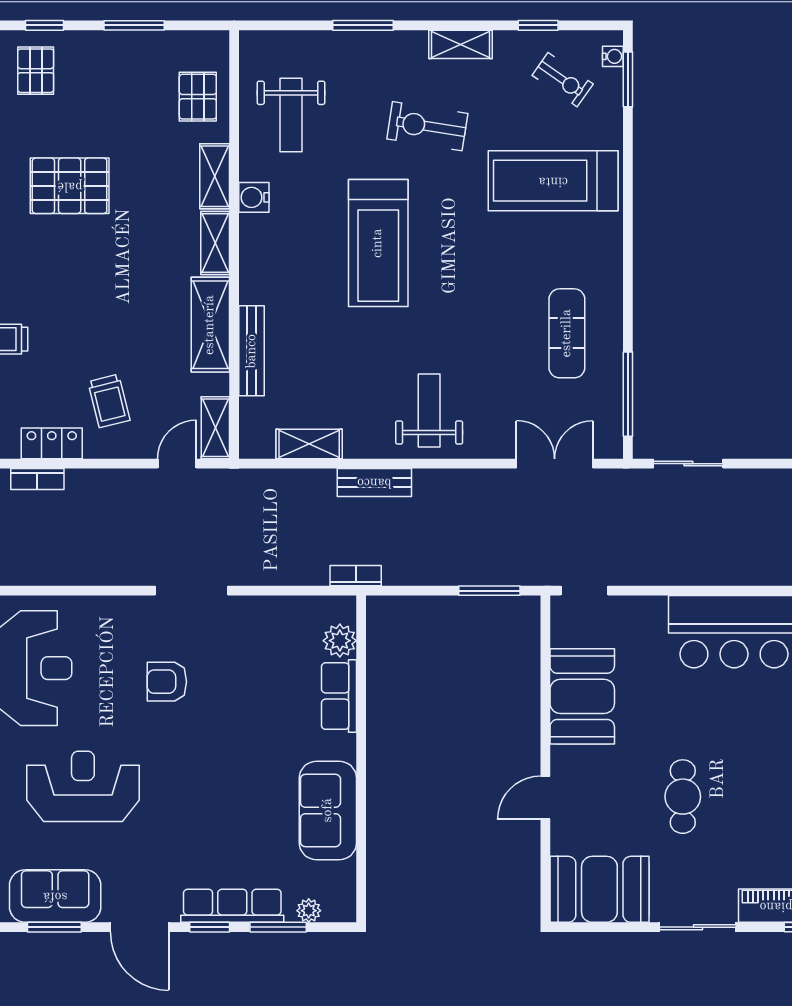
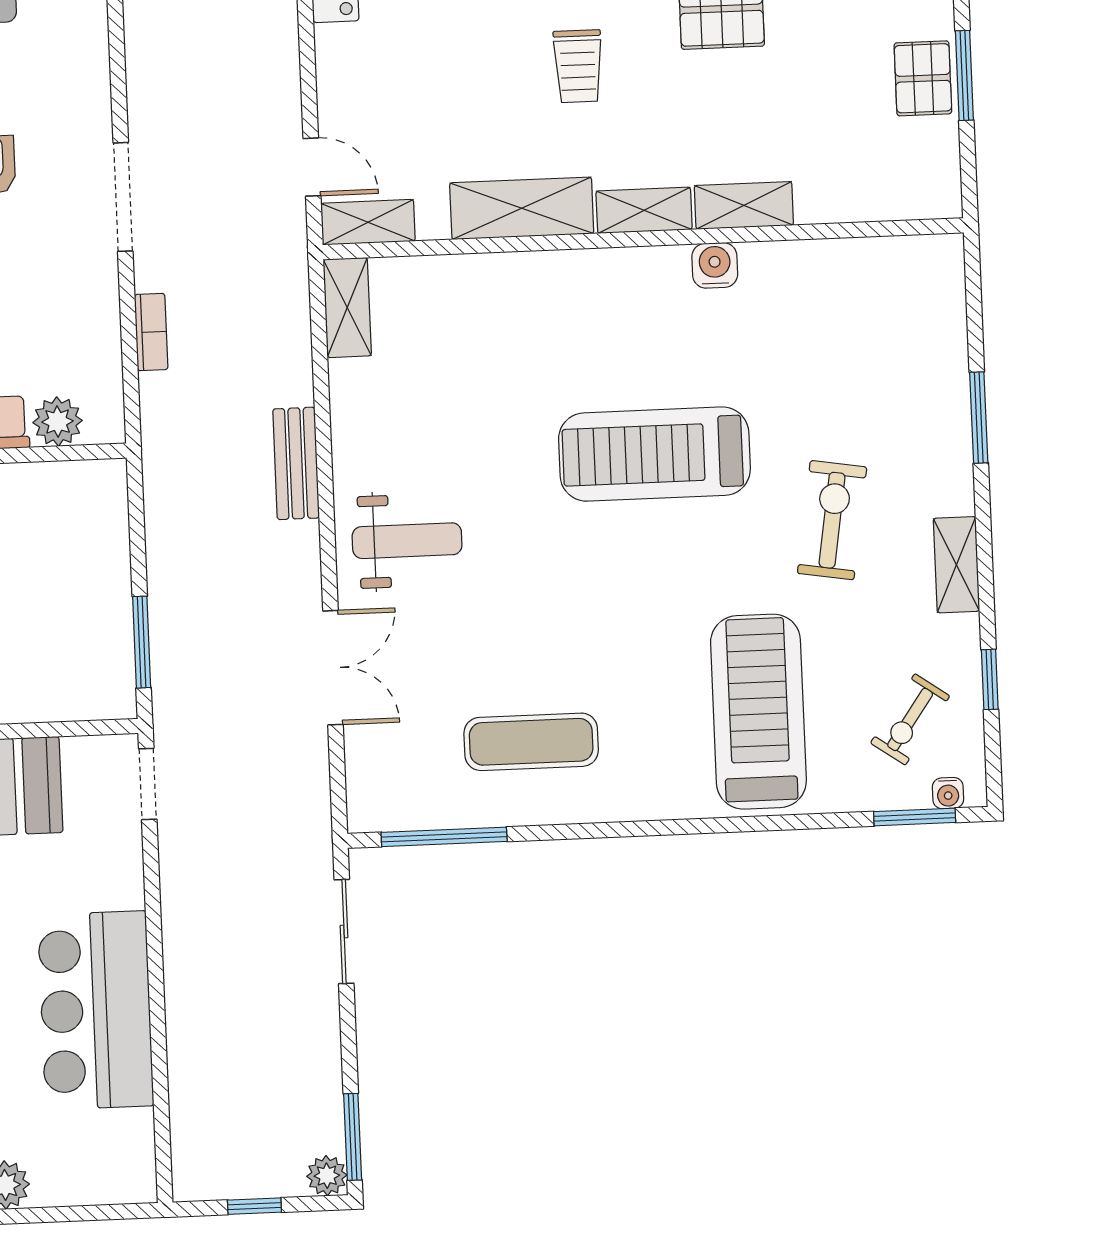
pallet: (198, 97) -> (923, 78), moved, turned 90
weight bench: (291, 115) -> (840, 316), removed
bench: (252, 351) -> (485, 271), removed
trolley: (109, 401) -> (578, 66), moved, turned -76
shelving: (309, 444) -> (347, 308), moved
double door: (555, 464) -> (333, 668), moved
bookcase: (356, 576) -> (151, 332), moved

